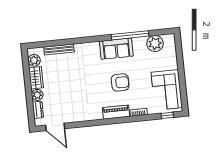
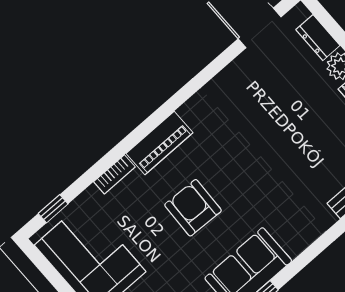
armchair: (120, 82) -> (193, 208), turned 92

